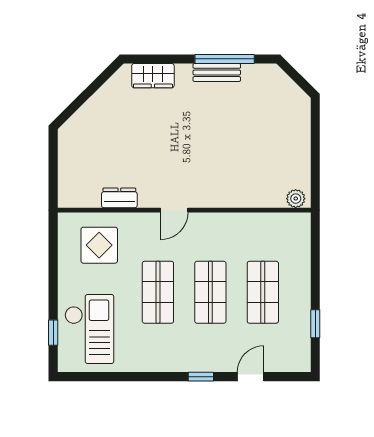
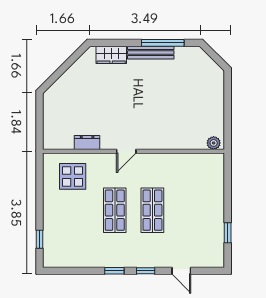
bench: (217, 72) -> (151, 53), width x1.36
shop shelf: (263, 292) -> (190, 210), removed
checkout: (89, 329) -> (65, 237), removed
window: (157, 377) -> (114, 271), added
door: (251, 377) -> (181, 271), swing flipped

